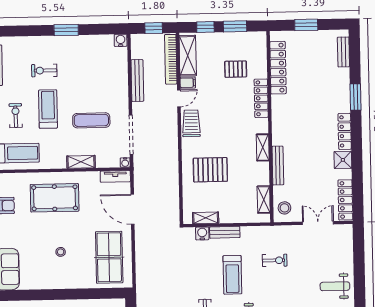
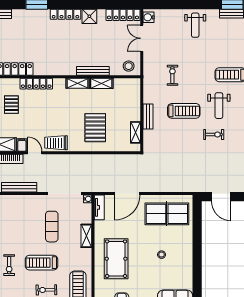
shelving: (264, 200) -> (101, 83), moved
water cooler: (202, 233) -> (149, 17), moved

